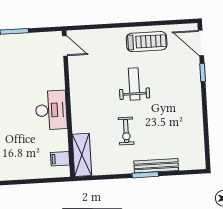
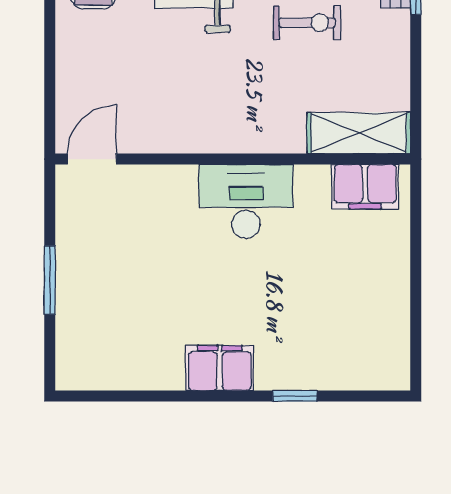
filing cabinet: (60, 159) -> (365, 187), width x2.00

